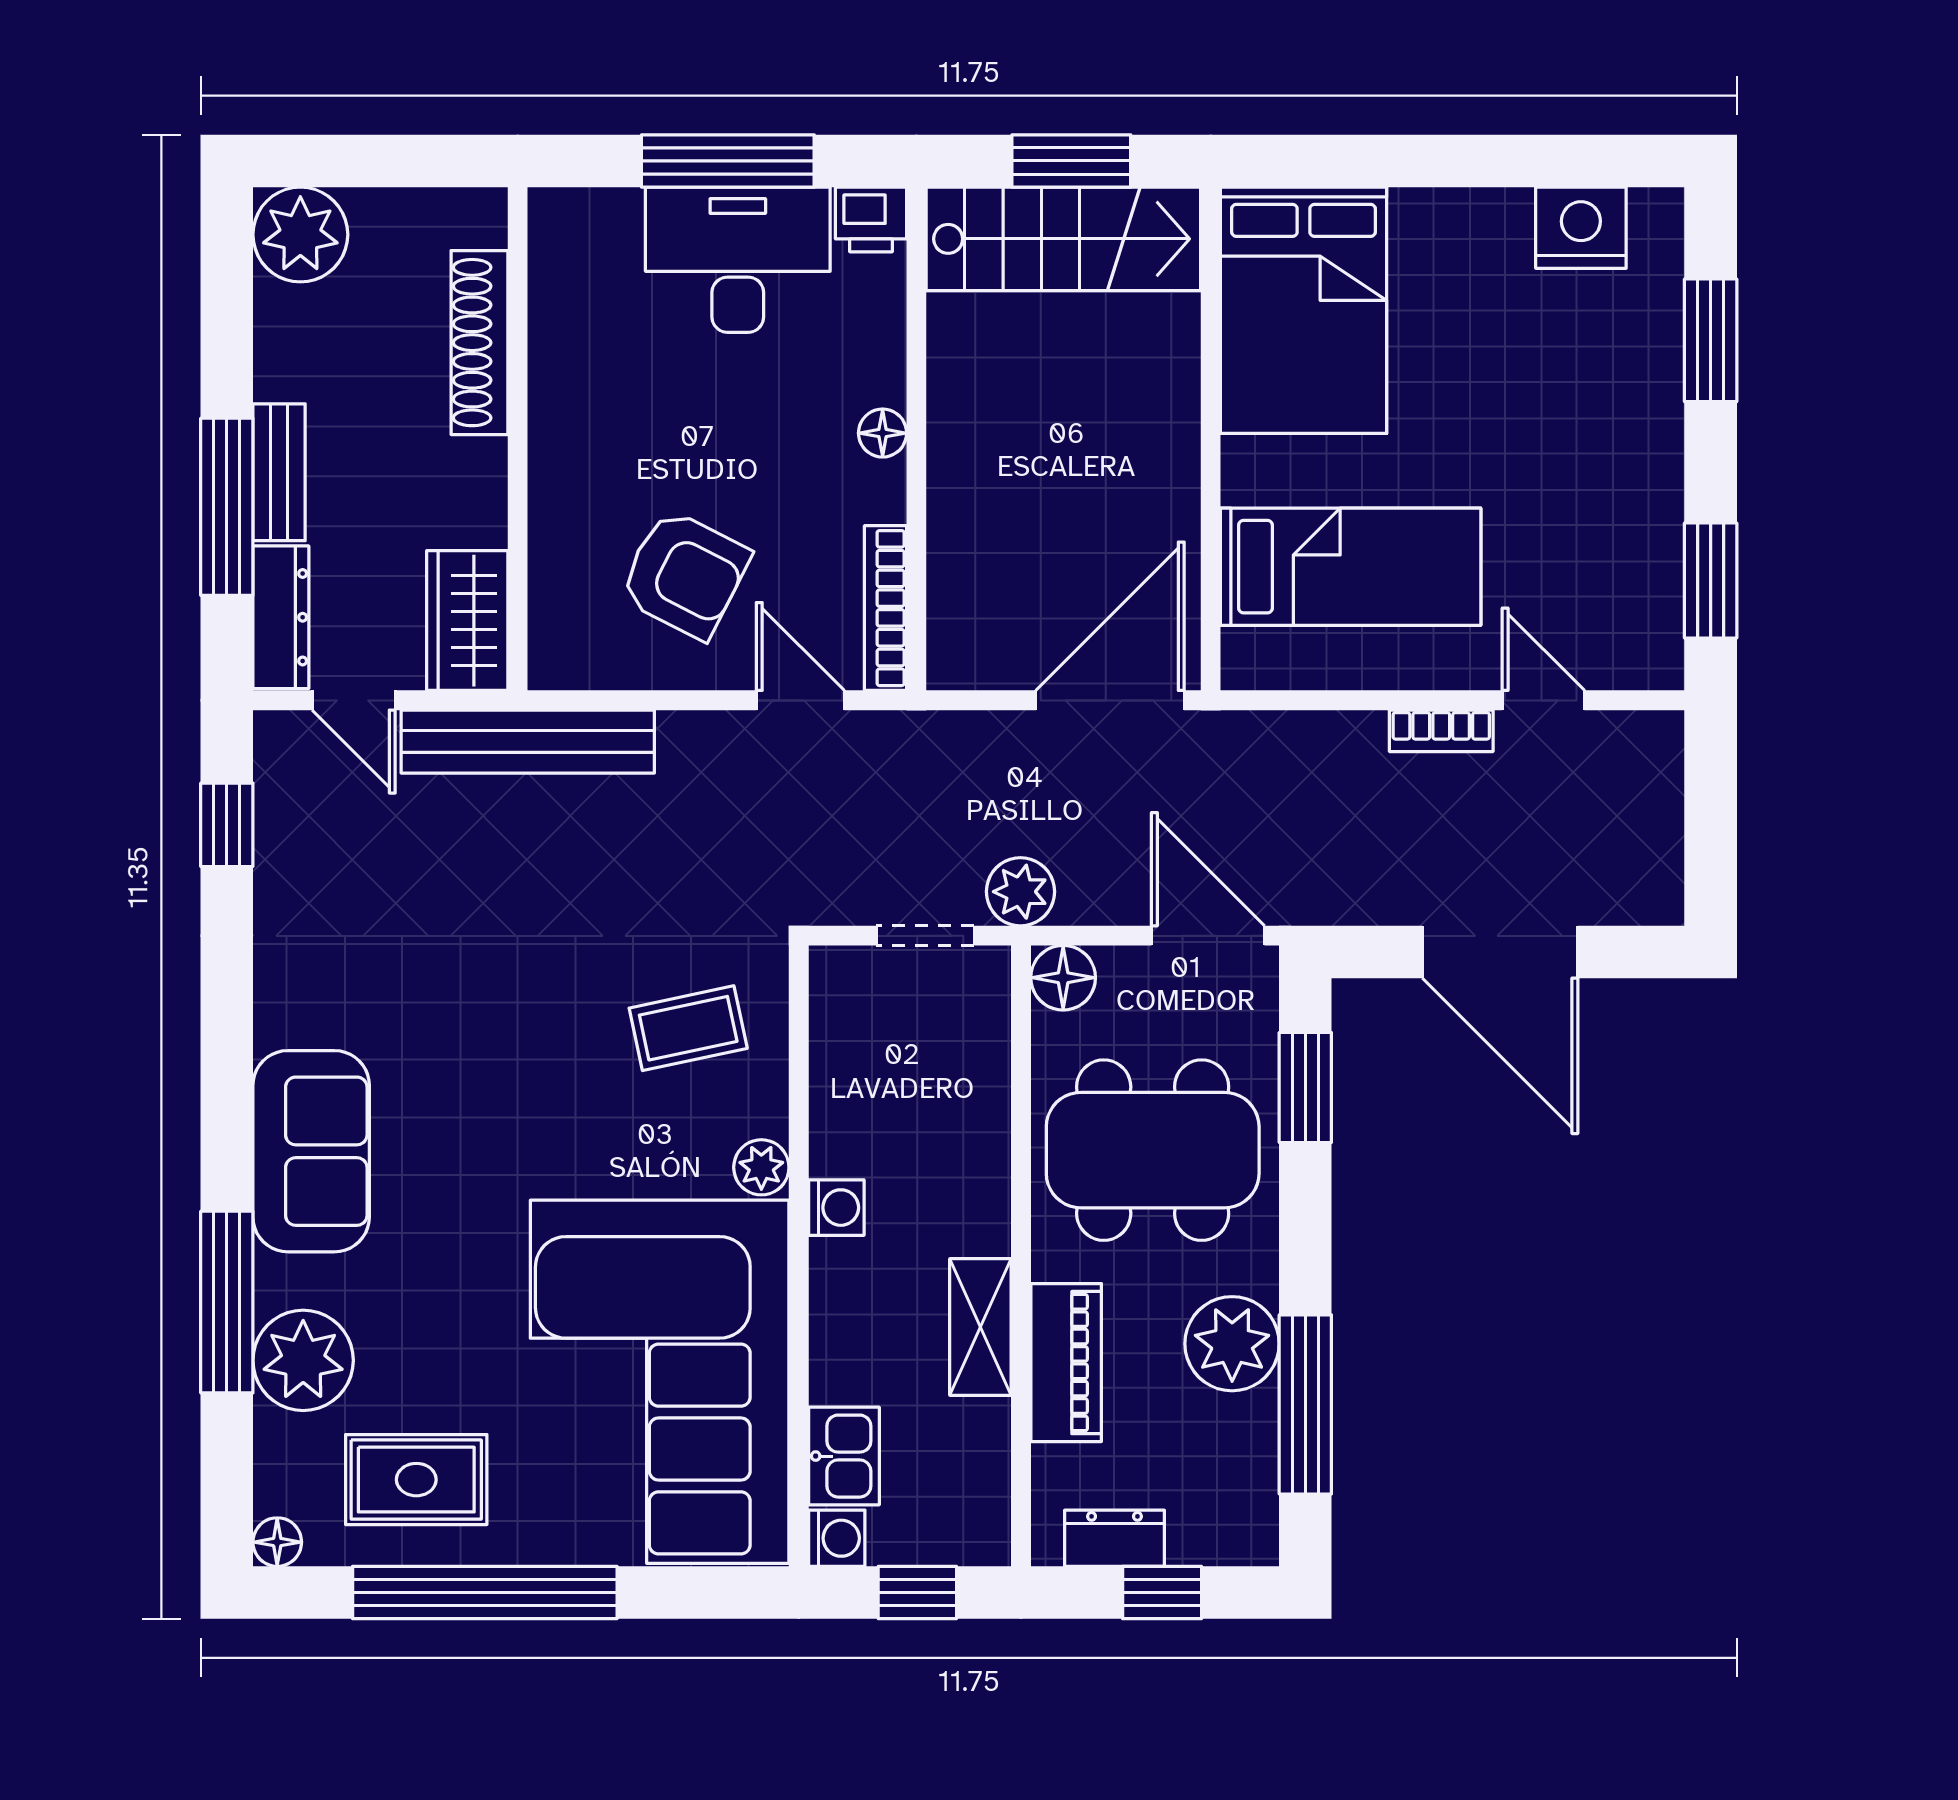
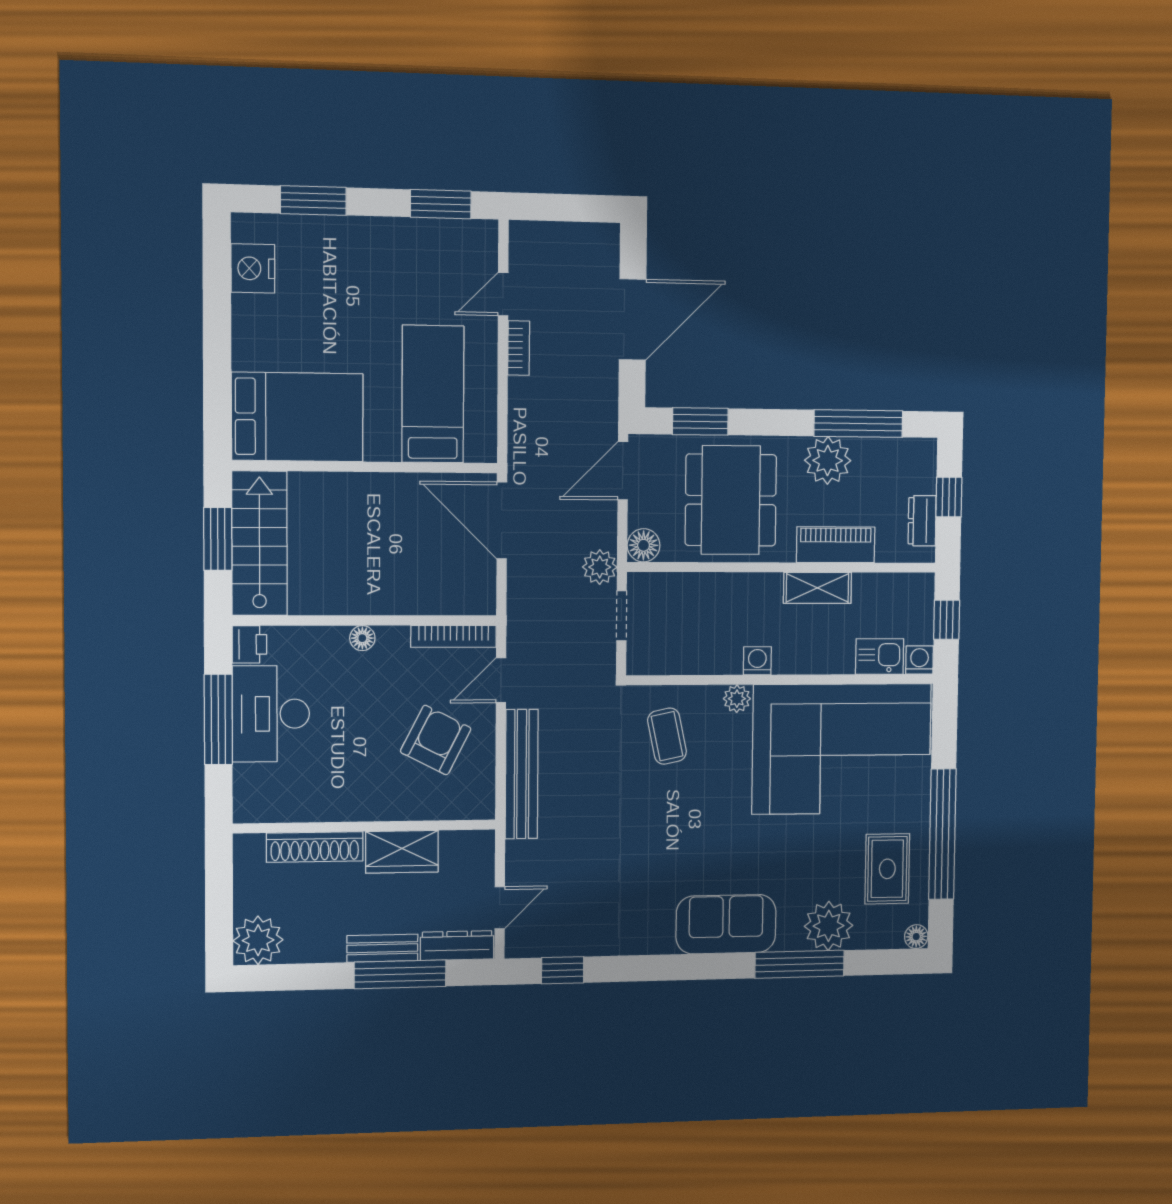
wardrobe: (467, 621) -> (402, 852), moved
bench: (528, 742) -> (522, 774), moved

